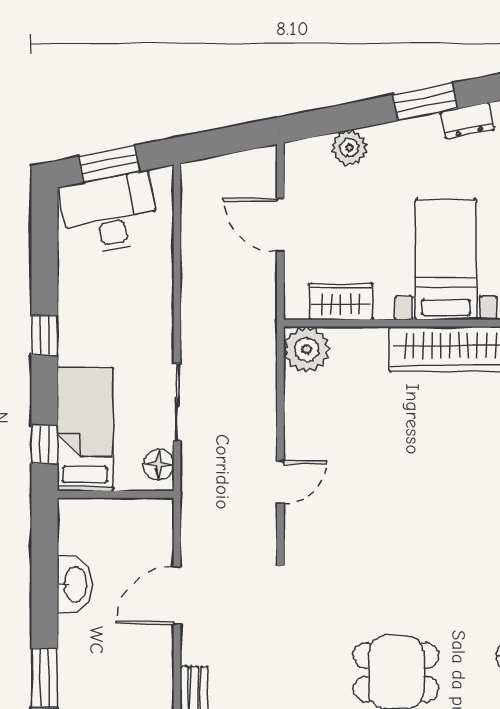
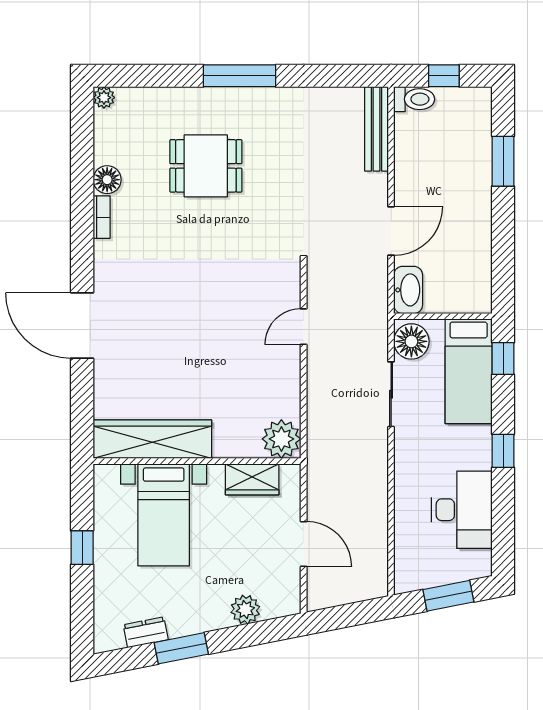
desk: (110, 214) -> (462, 510), moved, turned -79
floor lamp: (159, 465) -> (411, 341), width x1.38, depth x1.38
washbasin: (74, 584) -> (408, 290), moved, turned 180

